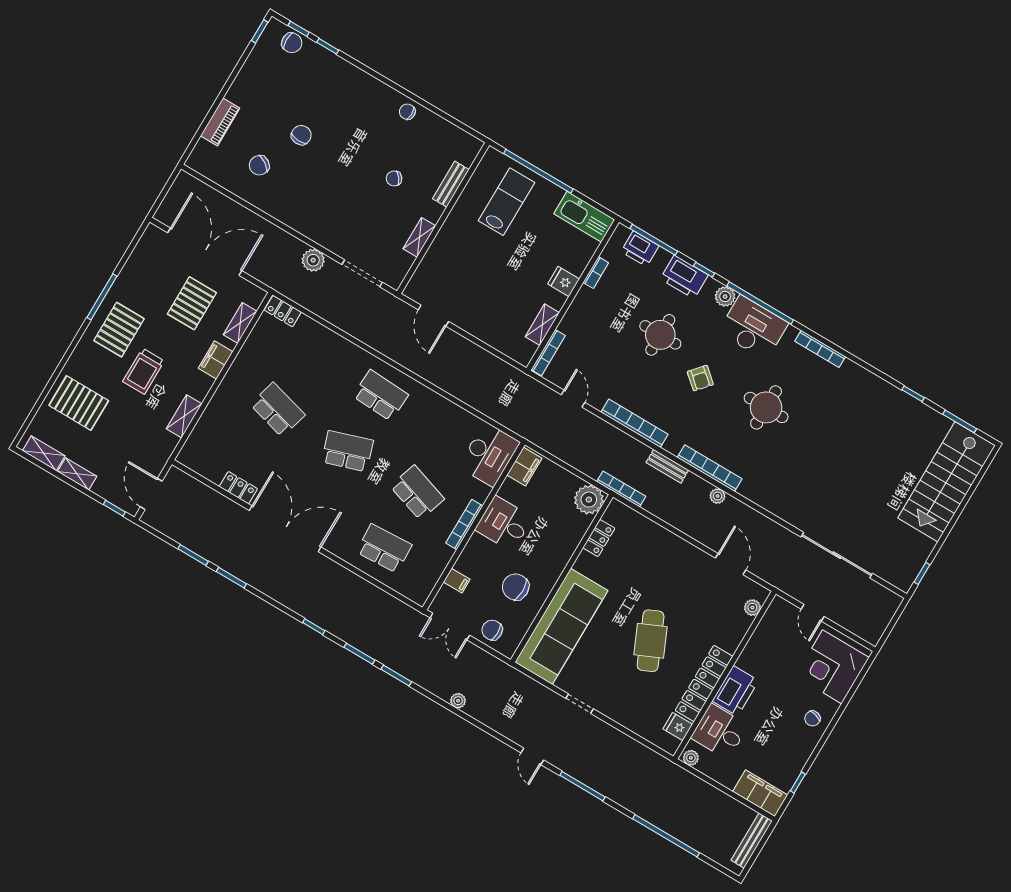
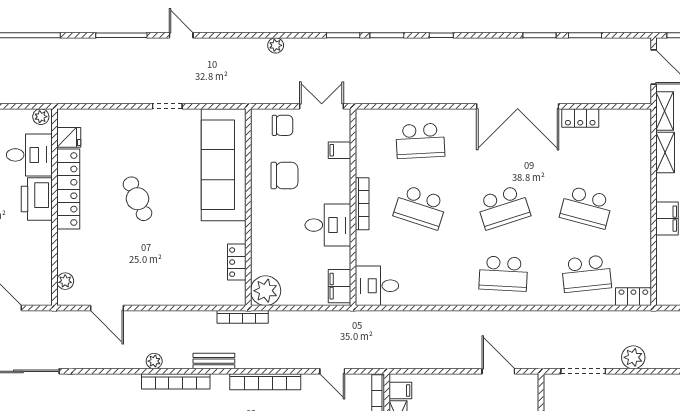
shelving: (240, 323) -> (665, 111), moved
filing cabinet: (525, 349) -> (400, 391), added
school desk: (311, 354) -> (586, 274), added
desk: (489, 454) -> (377, 286), width x0.73
cafe table: (651, 641) -> (137, 199), width x0.73, depth x0.74

